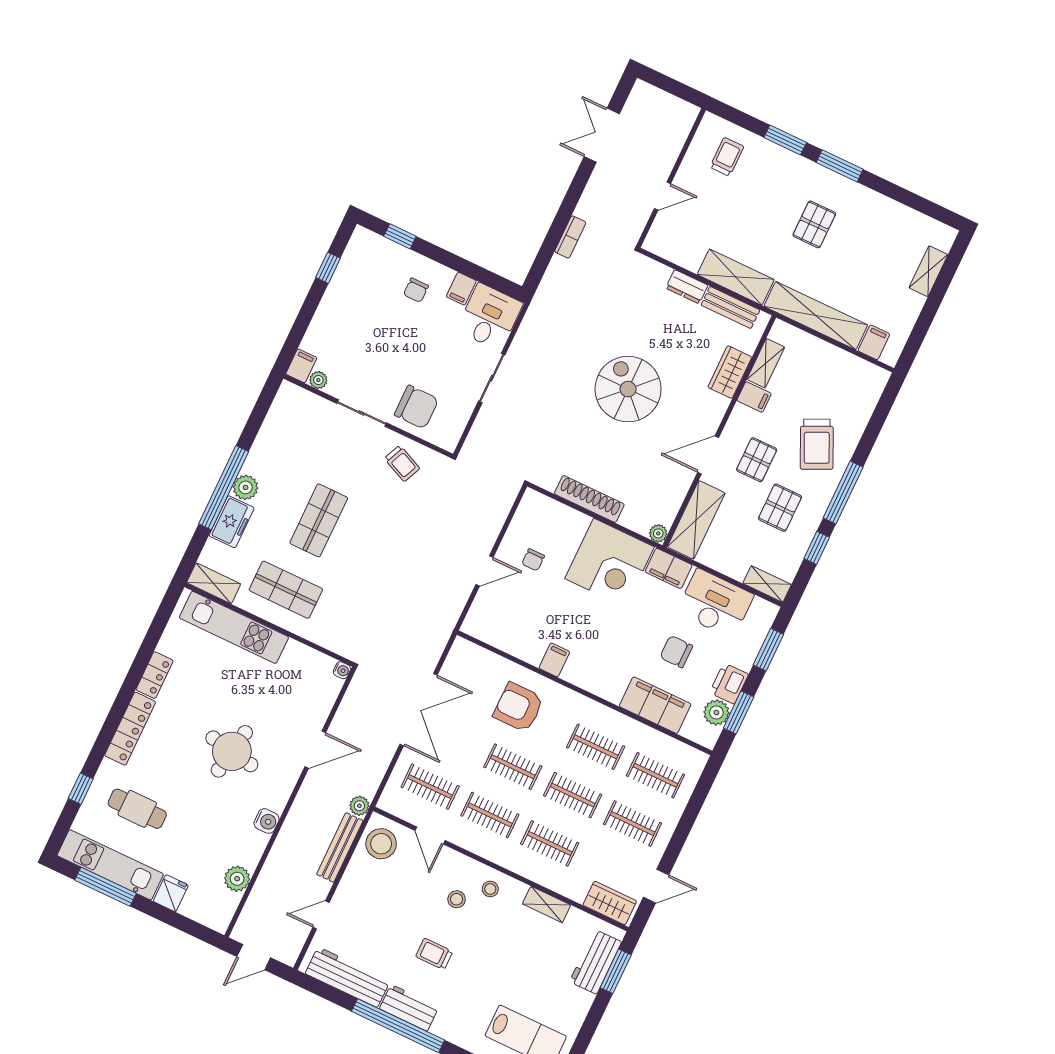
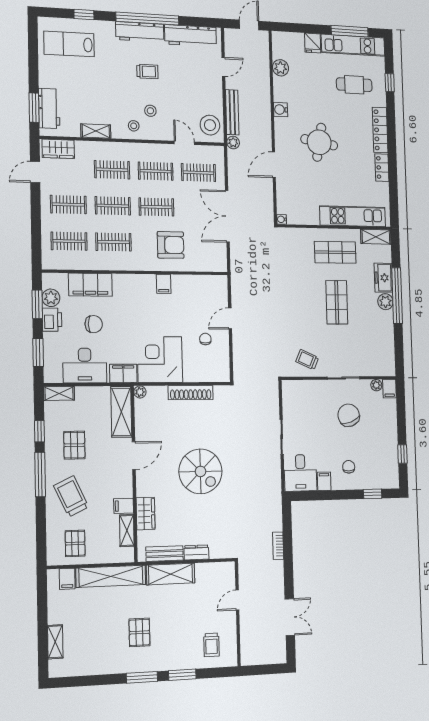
chair: (416, 407) -> (349, 415), moved, turned 70
pallet: (757, 460) -> (75, 543), moved
workbench: (409, 1008) -> (140, 32), width x1.38

